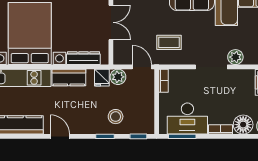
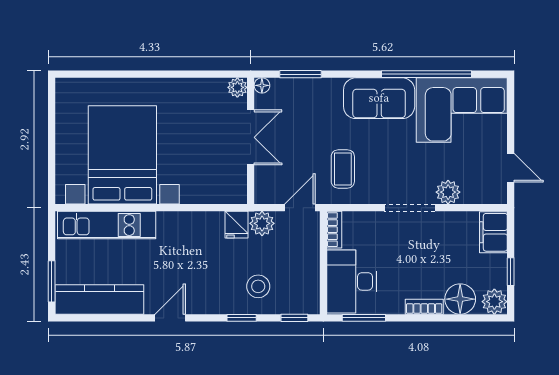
coffee table: (169, 42) -> (343, 169), turned 90
dresser: (83, 58) -> (207, 194), removed
door: (142, 67) -> (300, 208), hinge flipped
kitchen counter: (69, 77) -> (184, 224), removed
desk: (187, 119) -> (352, 281), moved, turned 90
door: (60, 136) -> (170, 318), hinge flipped

